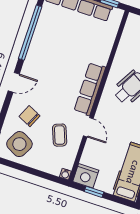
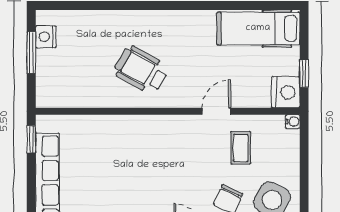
row of seats: (90, 89) -> (162, 127), removed
coffee table: (60, 135) -> (241, 148), turned -69

